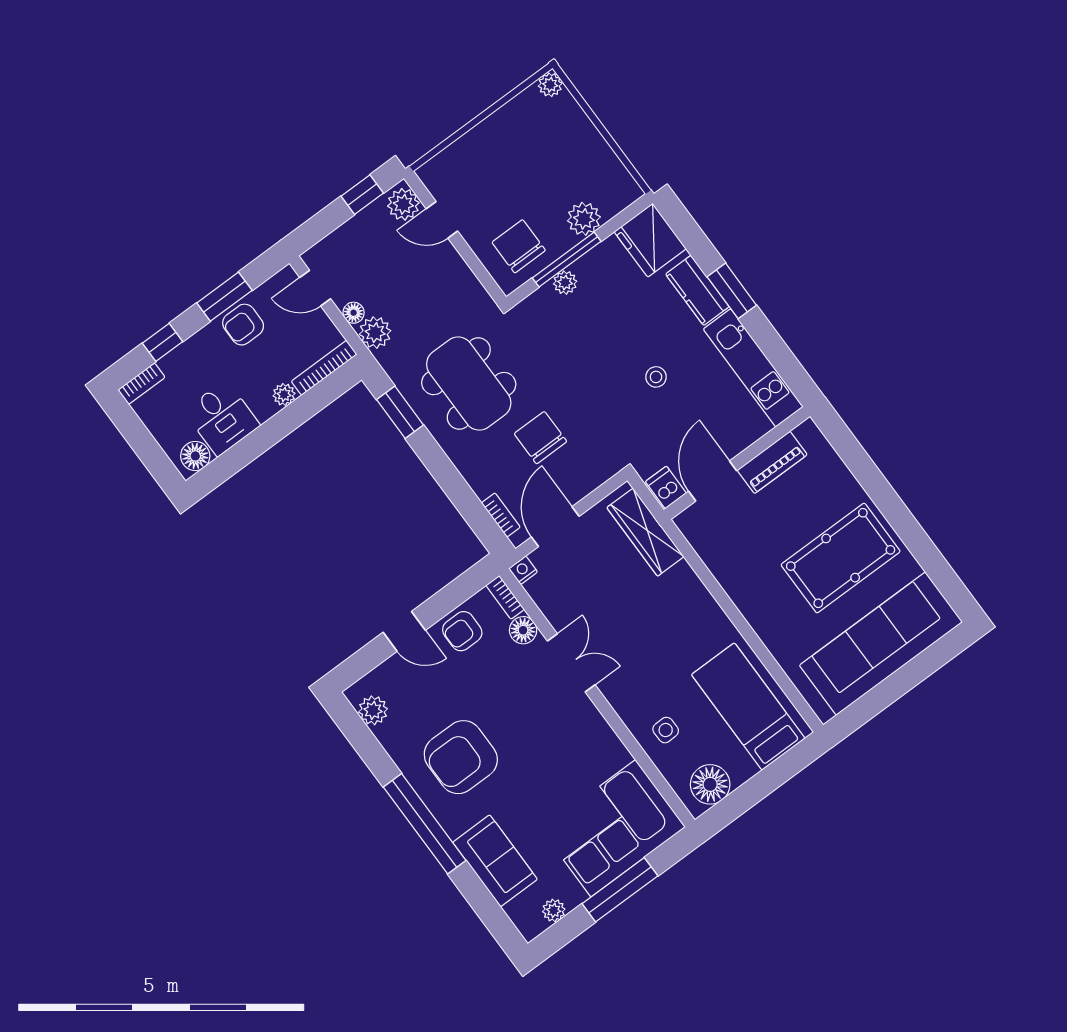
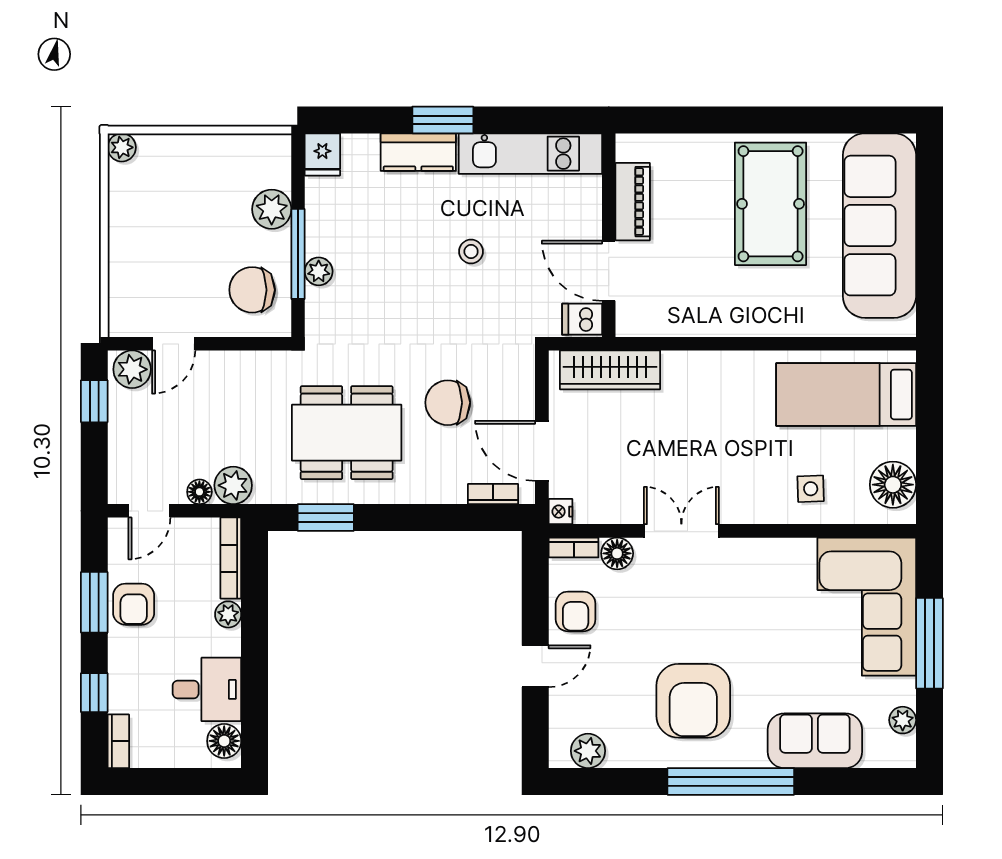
fridge: (650, 240) -> (322, 154), width x0.53, depth x0.75

